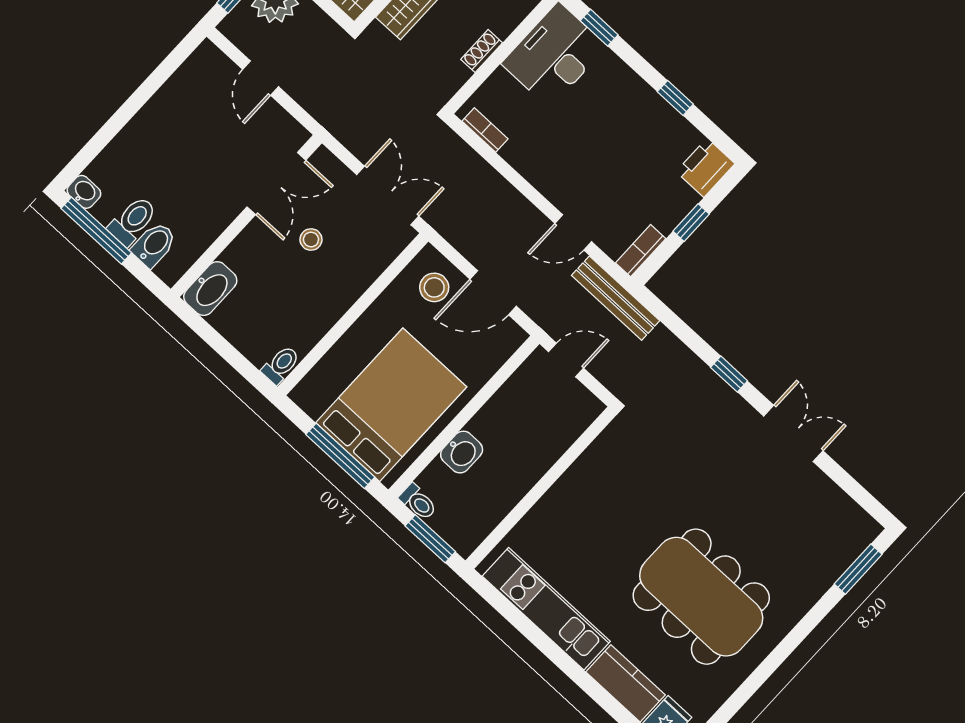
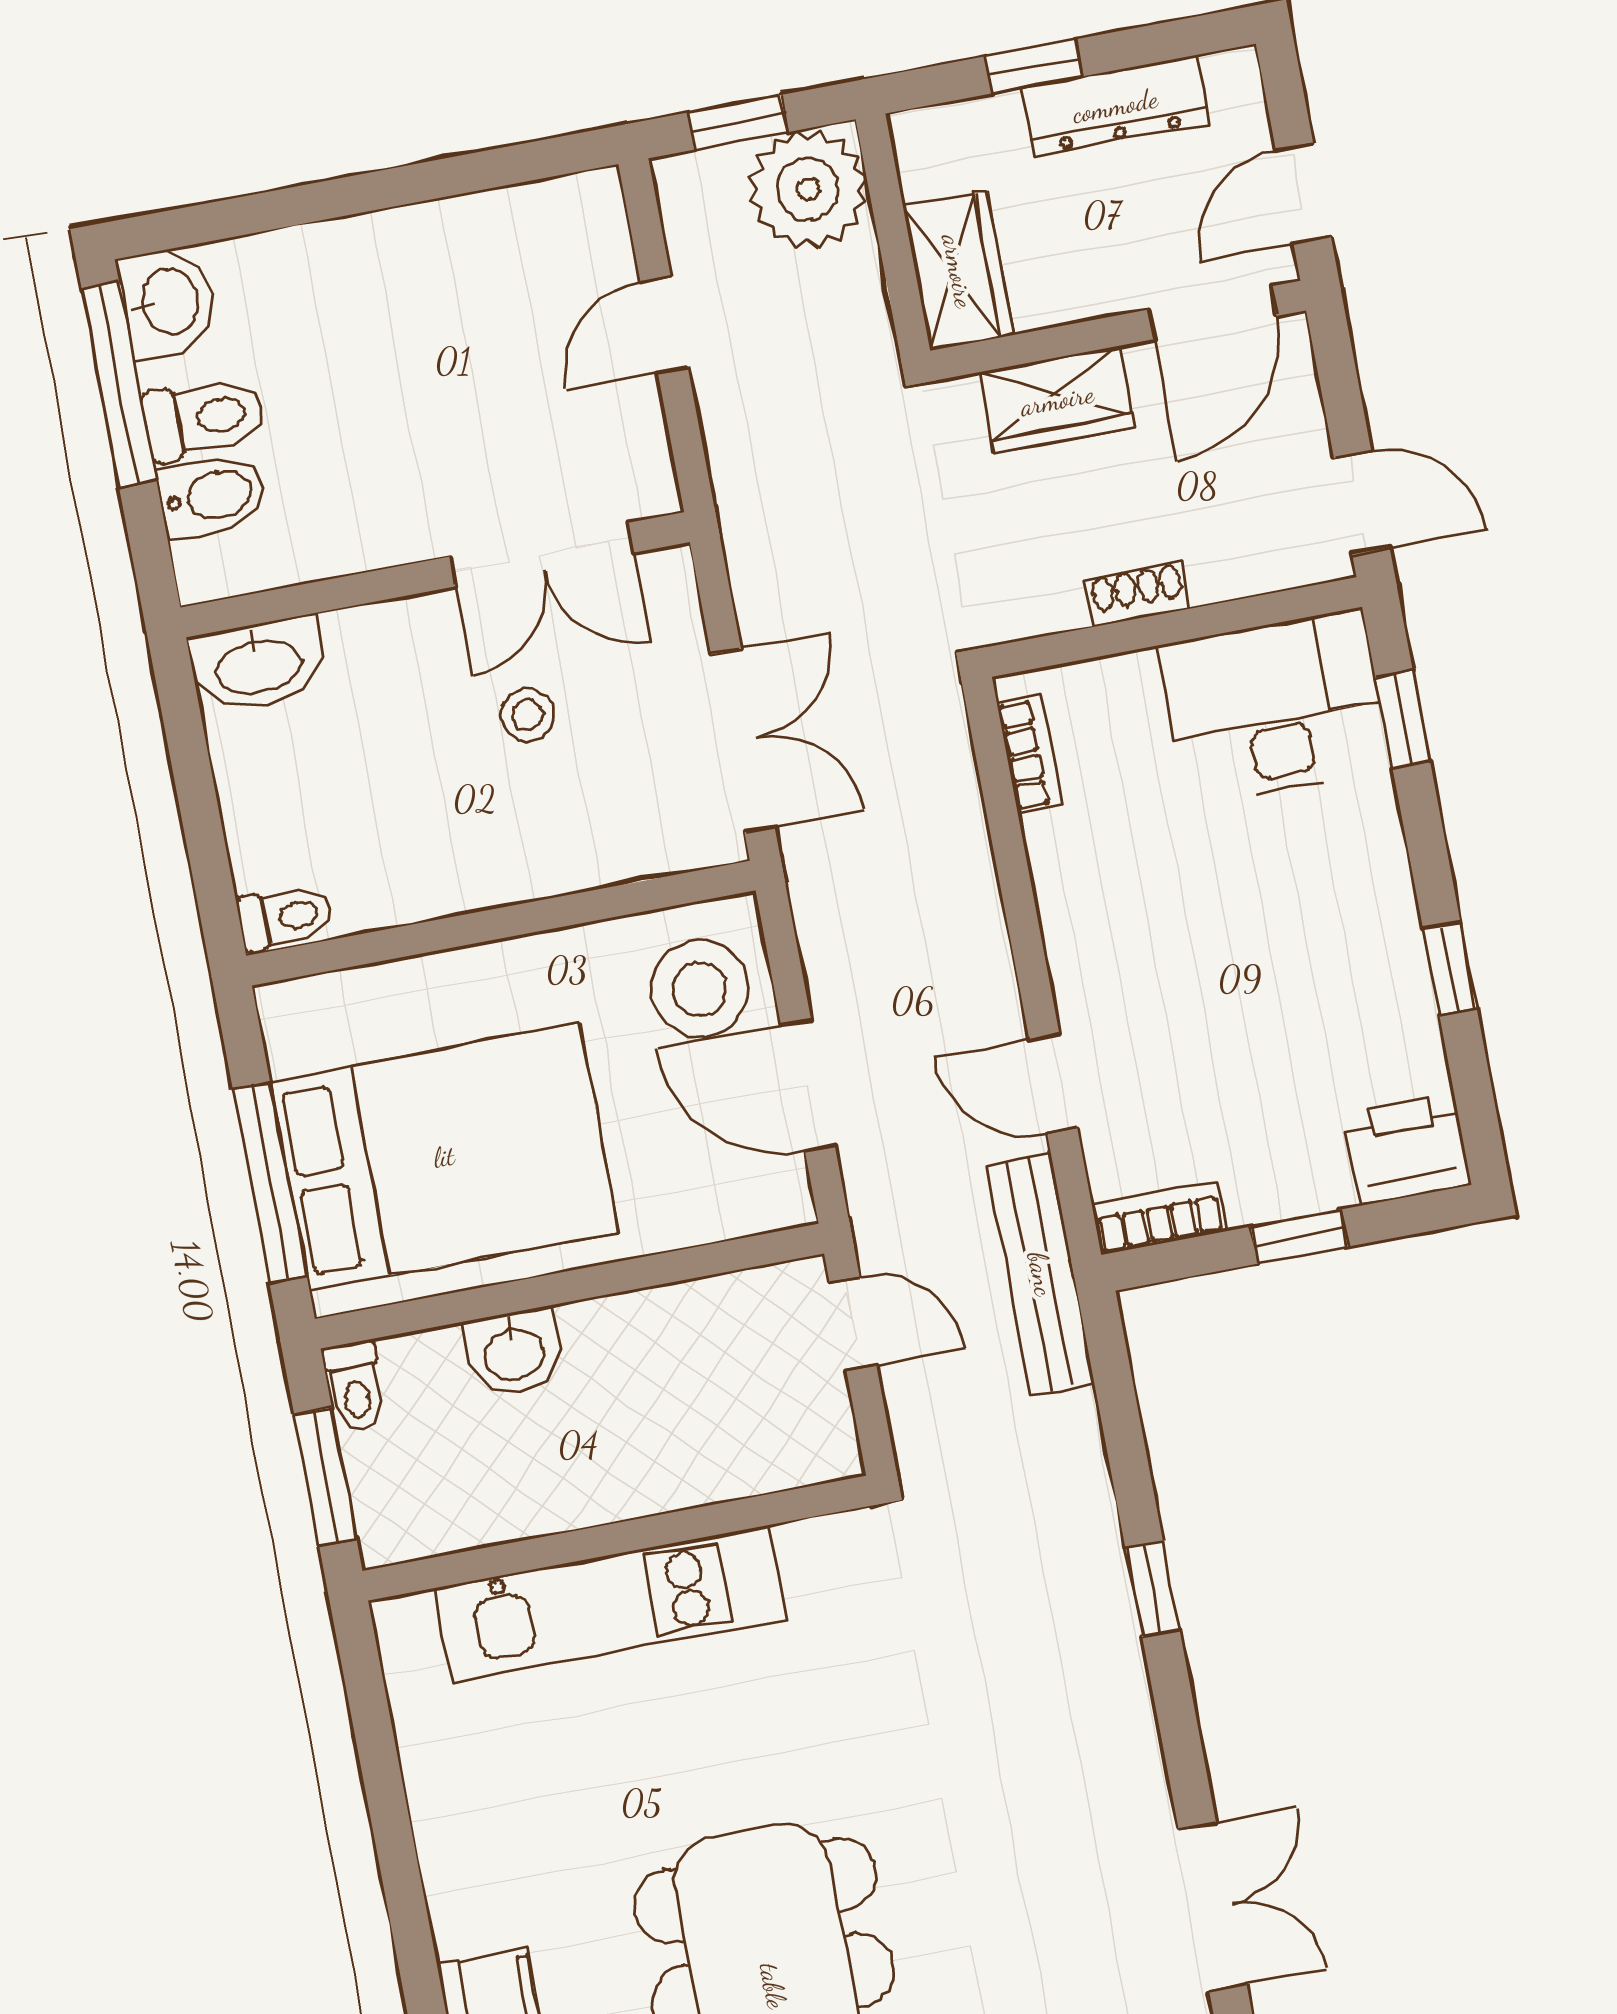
washbasin: (84, 192) -> (167, 302), width x1.38, depth x1.45
stool: (434, 287) -> (700, 989), width x1.38, depth x1.38
double door: (793, 433) -> (1213, 1907), moved
kitchen unit: (546, 609) -> (611, 1603), moved, turned 90

